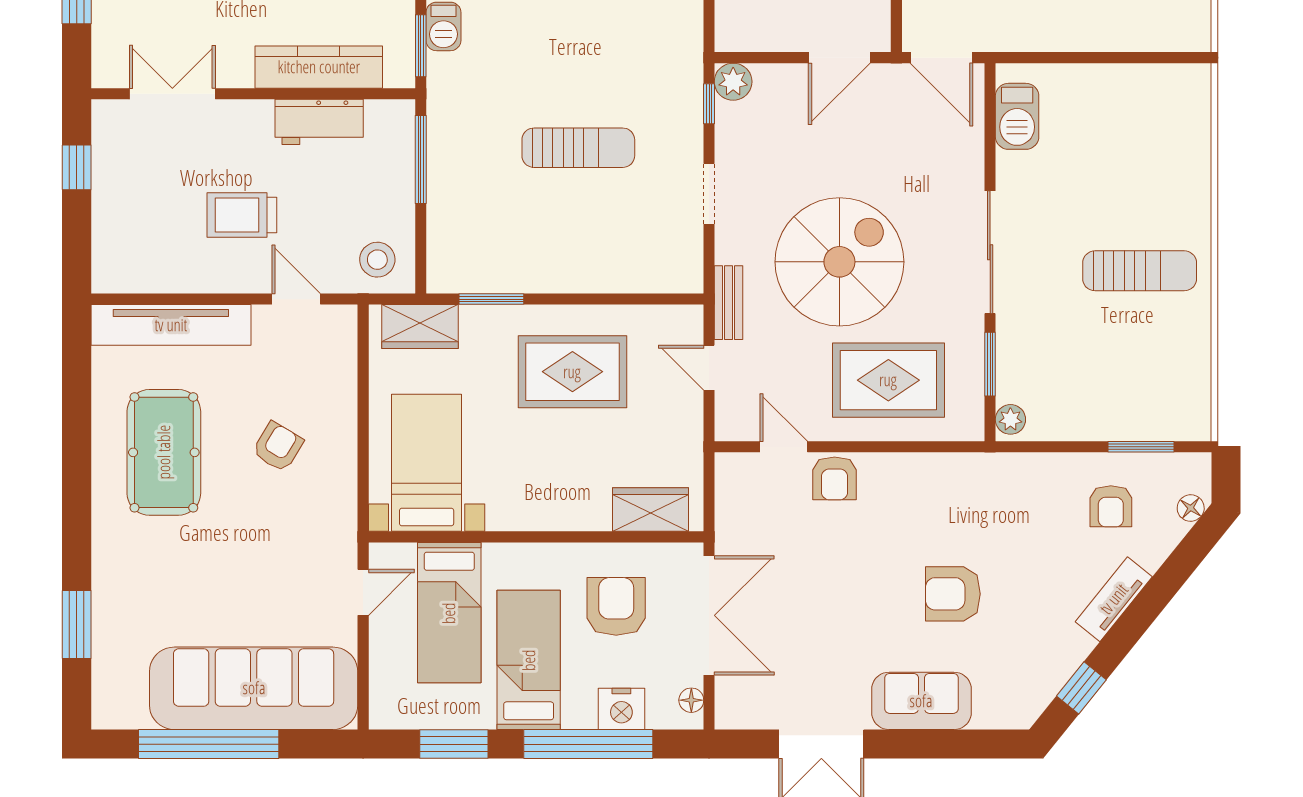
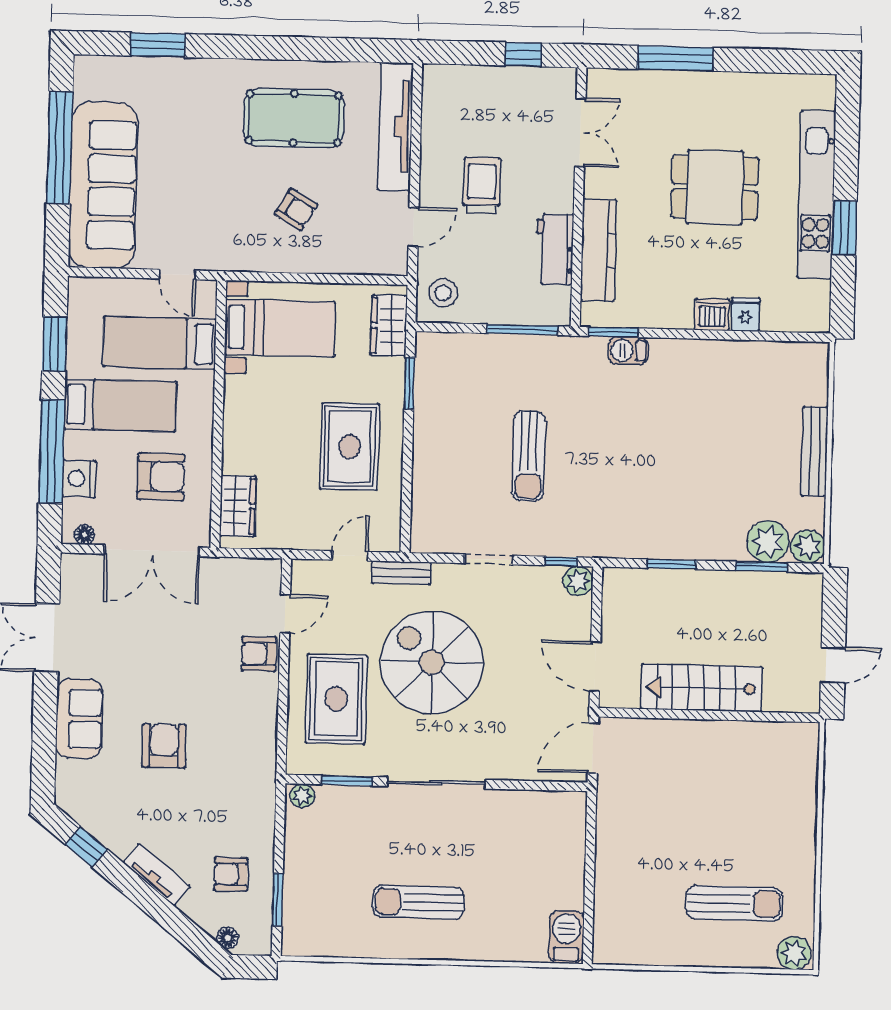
barbecue: (1017, 116) -> (566, 937), moved, turned 90
spiral stairs: (839, 262) -> (432, 662), turned 180
sun lounger: (1140, 271) -> (418, 902), turned 90

